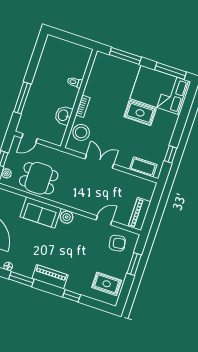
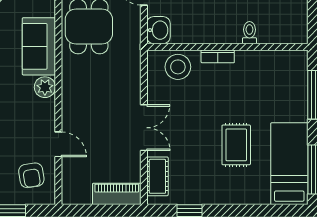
bed: (160, 90) -> (289, 164), width x0.67
washbasin: (63, 115) -> (158, 30), moved, turned 90
double door: (99, 161) -> (144, 128), moved
piano: (139, 214) -> (117, 194), moved

